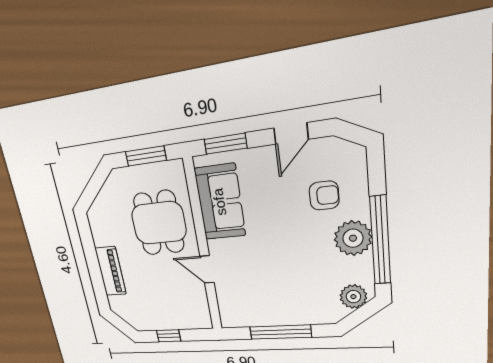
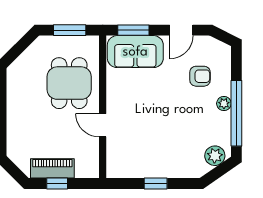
sofa: (220, 202) -> (135, 52), moved, turned 90
plant: (353, 238) -> (224, 104), width x0.53, depth x0.53
piano: (111, 271) -> (52, 168), moved, turned -90
window: (280, 332) -> (156, 183), width x0.46

